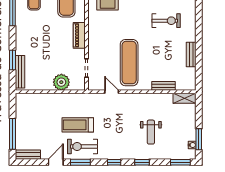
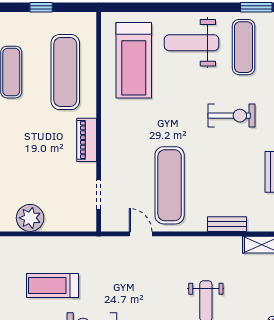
plant: (61, 82) -> (30, 218), moved
treadmill: (78, 125) -> (53, 286), moved

